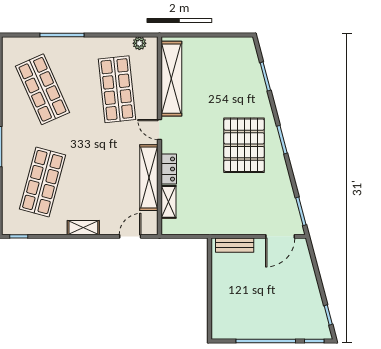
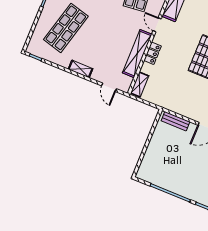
shelving: (169, 202) -> (140, 85), moved
door: (130, 236) -> (109, 87), swing flipped

